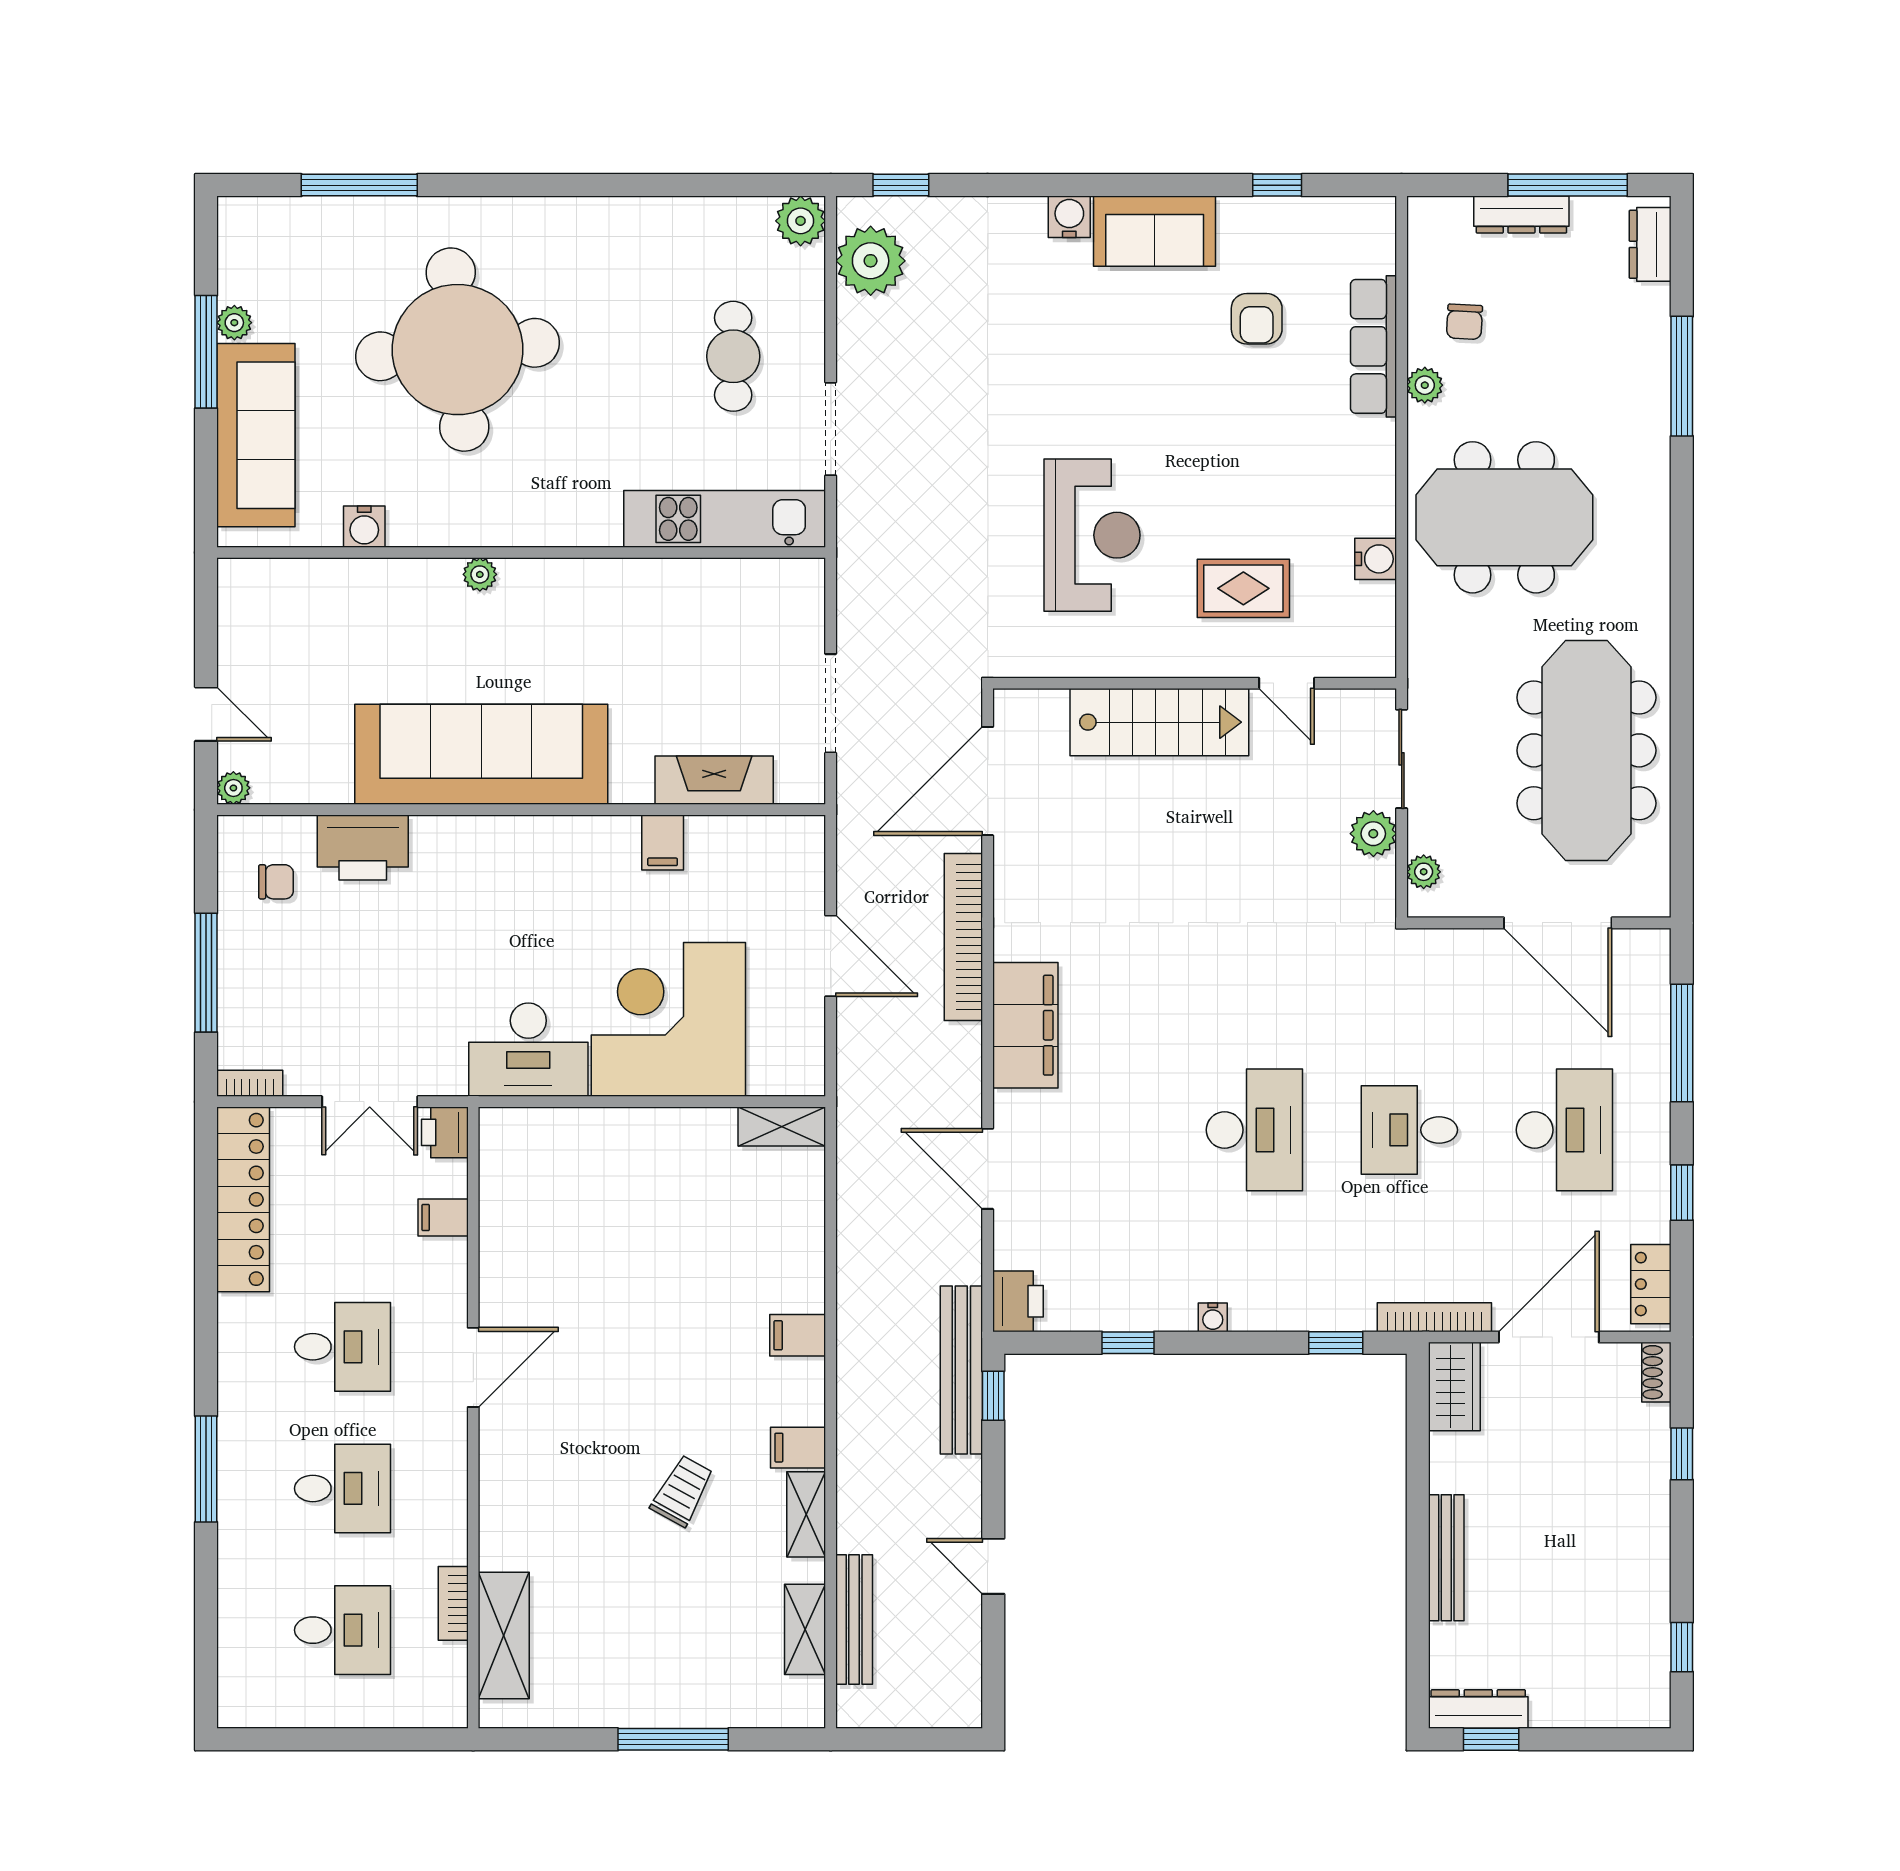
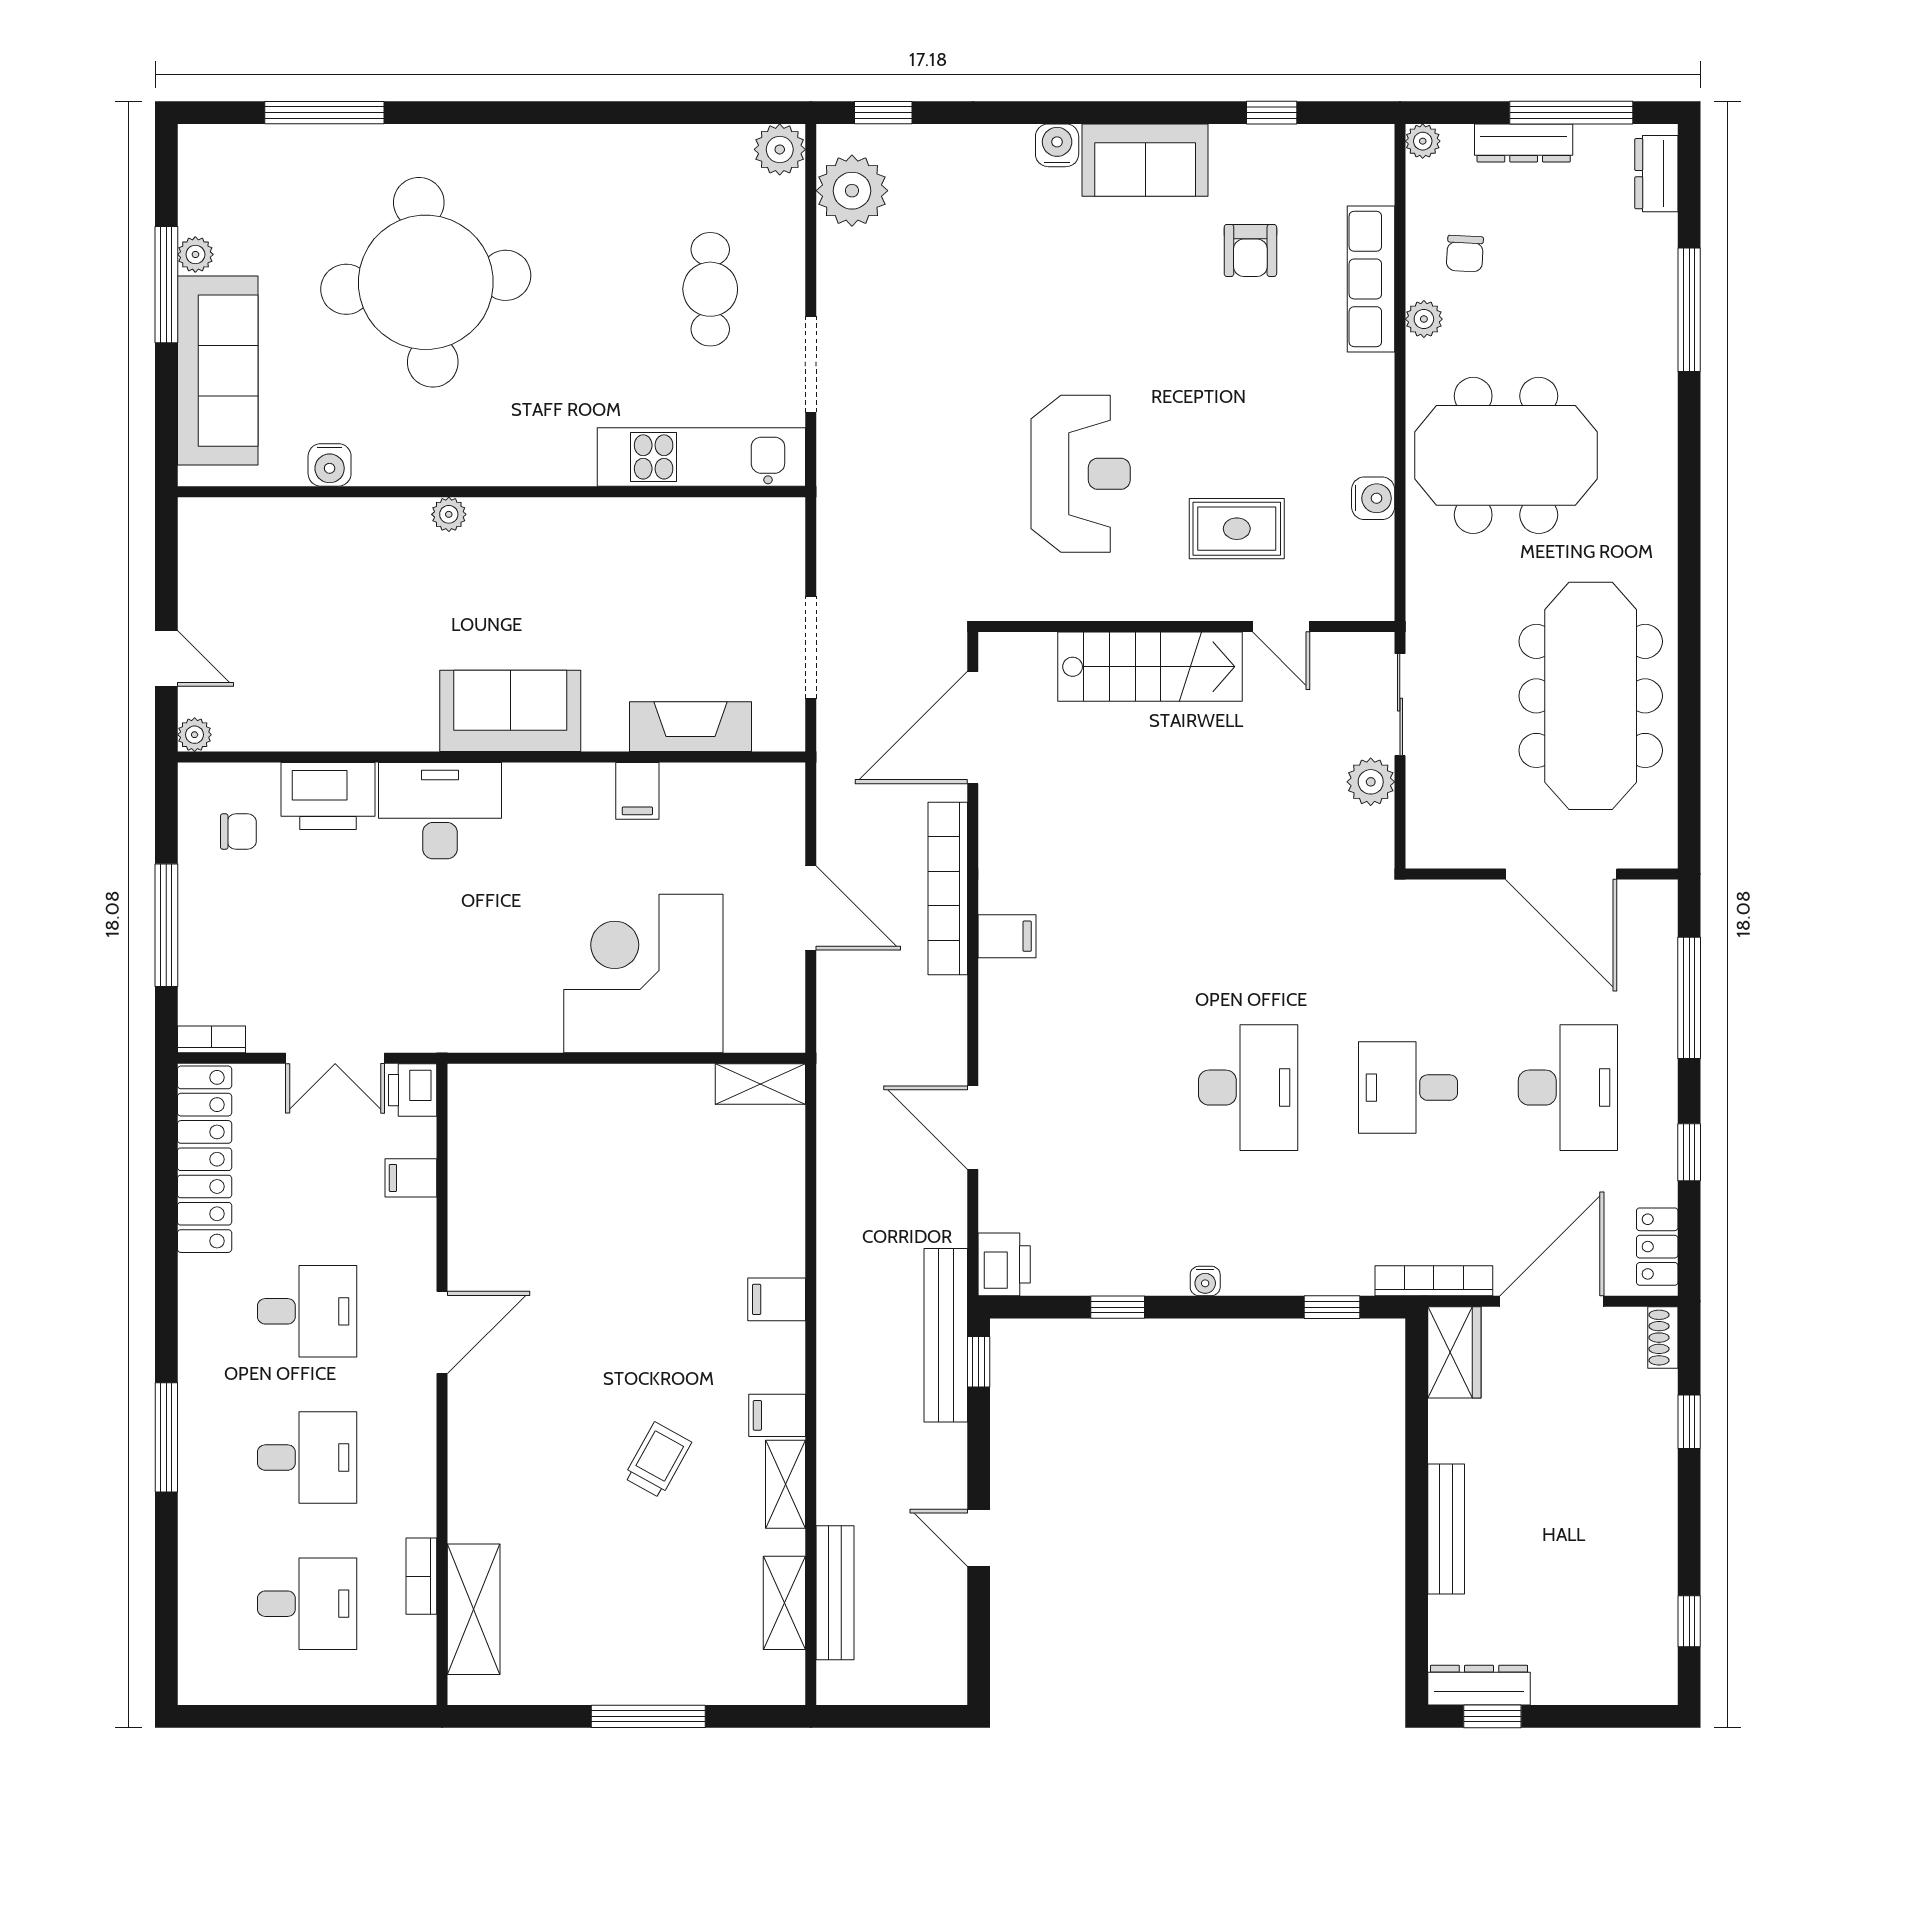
sofa: (481, 754) -> (510, 711), width x0.54, depth x0.79
plant: (1424, 872) -> (1423, 141), moved
filing cabinet: (1025, 1025) -> (1007, 936), width x0.33, depth x0.86
desk: (528, 1050) -> (440, 811), moved, turned 180

